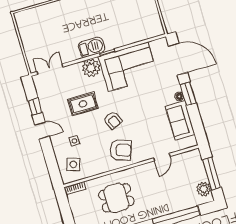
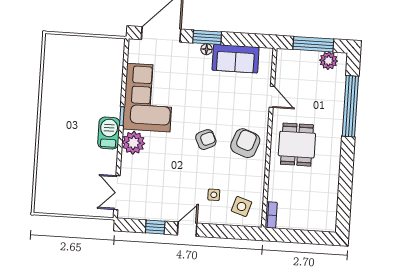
rug: (83, 104) -> (173, 168), removed
dining table: (116, 198) -> (297, 145), moved

